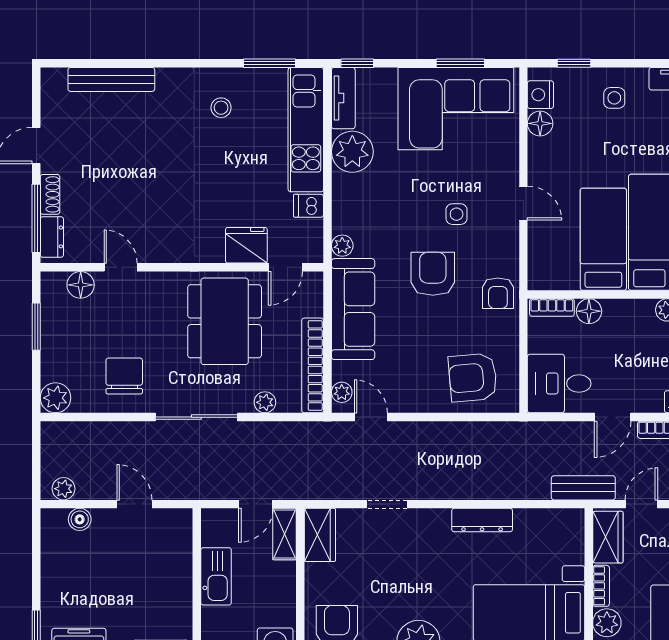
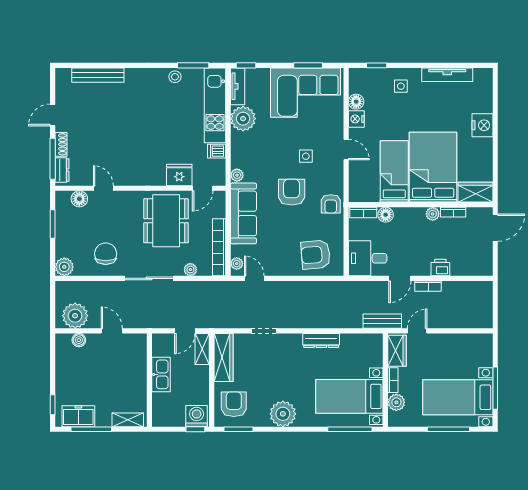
nightstand: (540, 95) -> (356, 119), moved
stool: (221, 108) -> (175, 77), moved
plant: (64, 489) -> (75, 316), width x1.87, depth x1.87
wardrobe: (320, 535) -> (223, 358), width x1.50

